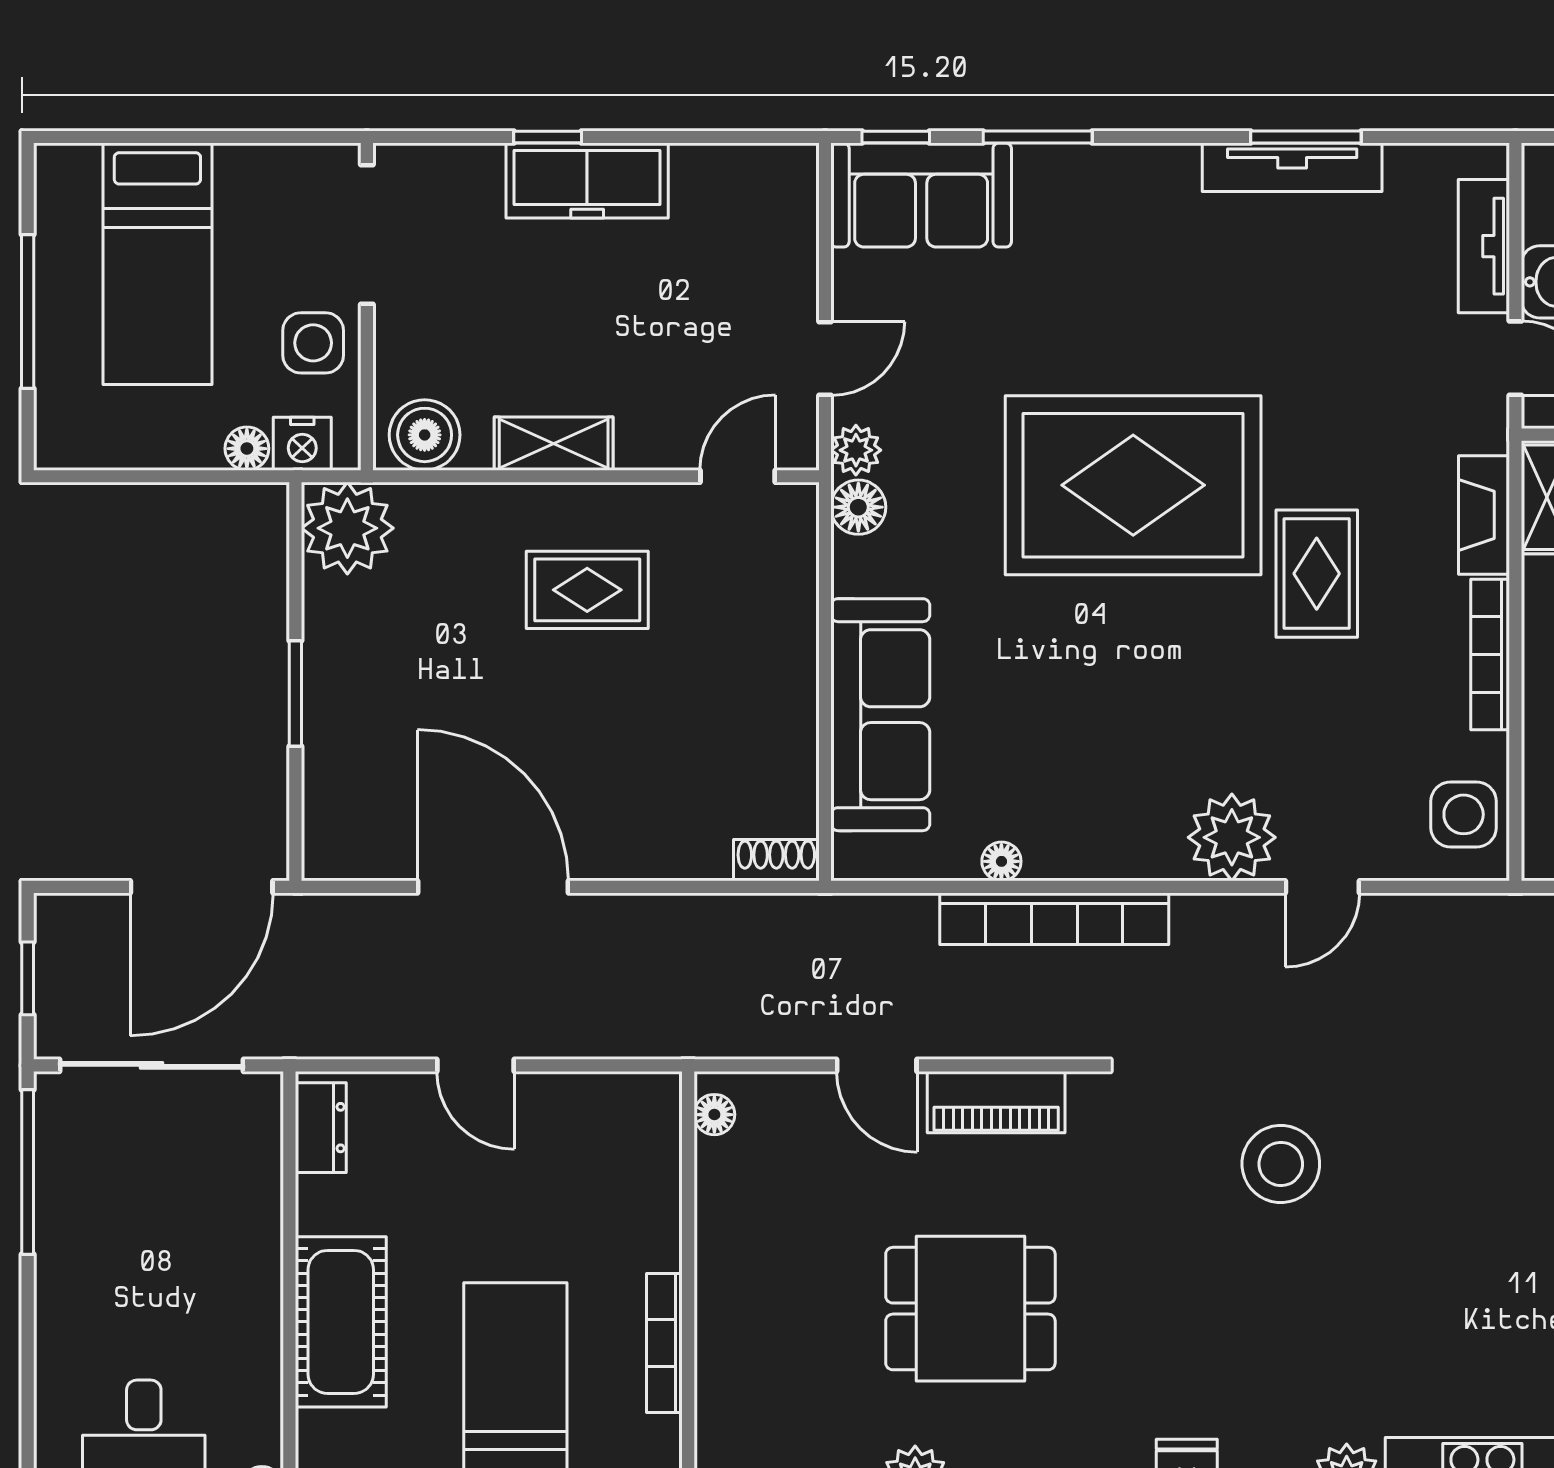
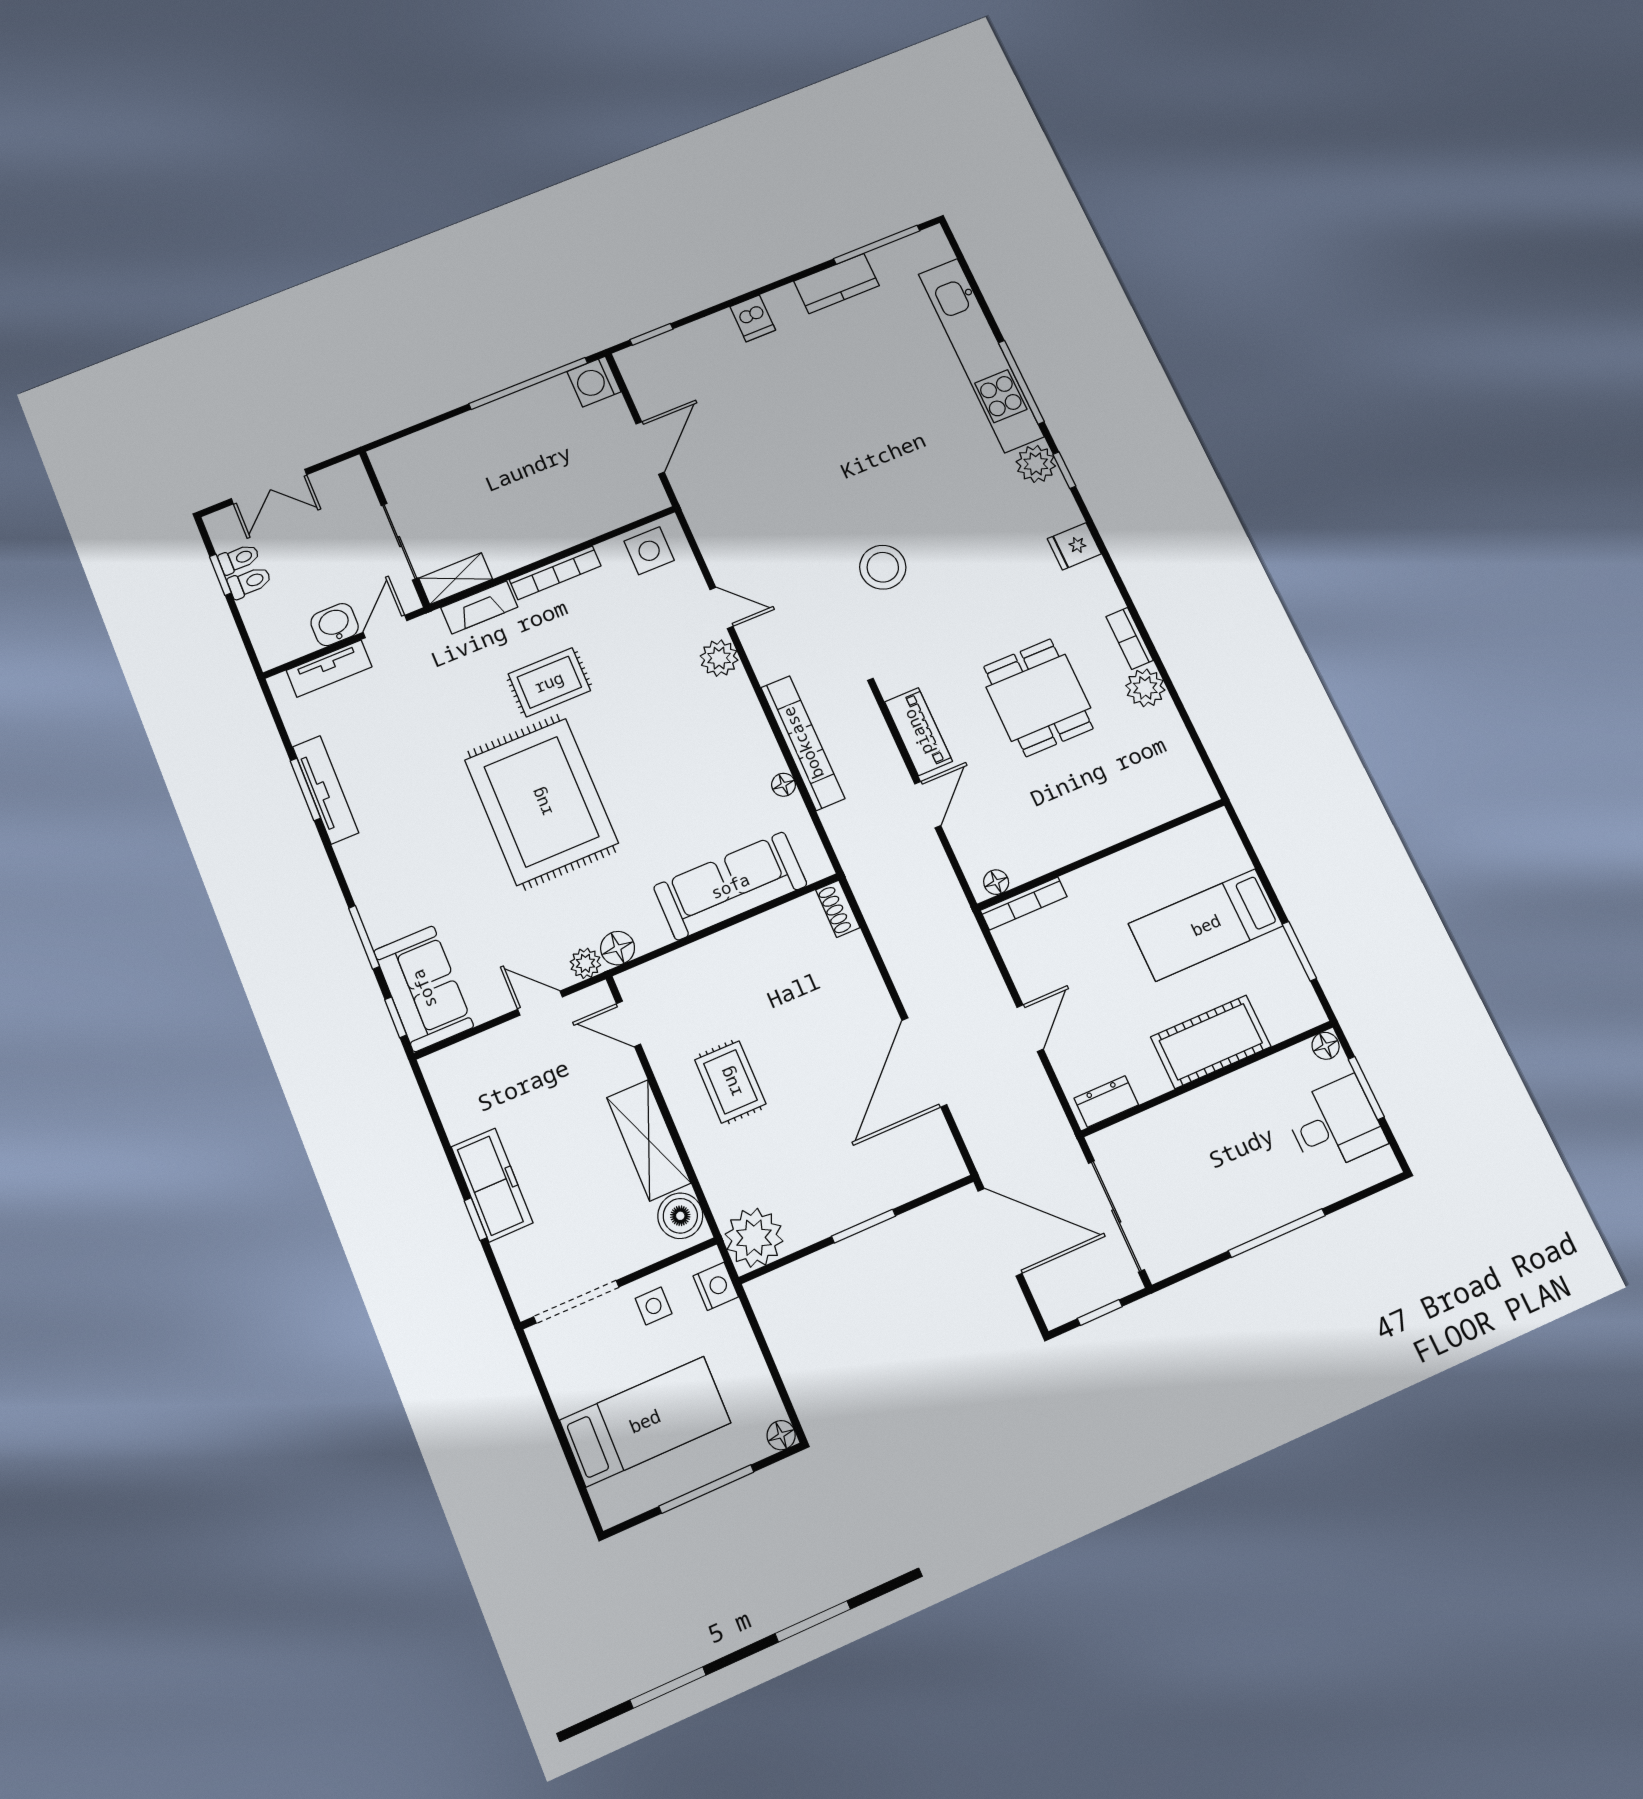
side table: (313, 343) -> (654, 1306), width x0.73, depth x0.73
shelving: (554, 444) -> (649, 1140), width x1.50, depth x1.33
floor lamp: (247, 449) -> (781, 1435), moved
plant: (1232, 837) -> (719, 658), width x0.73, depth x0.73
window: (28, 1172) -> (1277, 1233), moved
bookcase: (664, 1343) -> (1024, 904), moved

